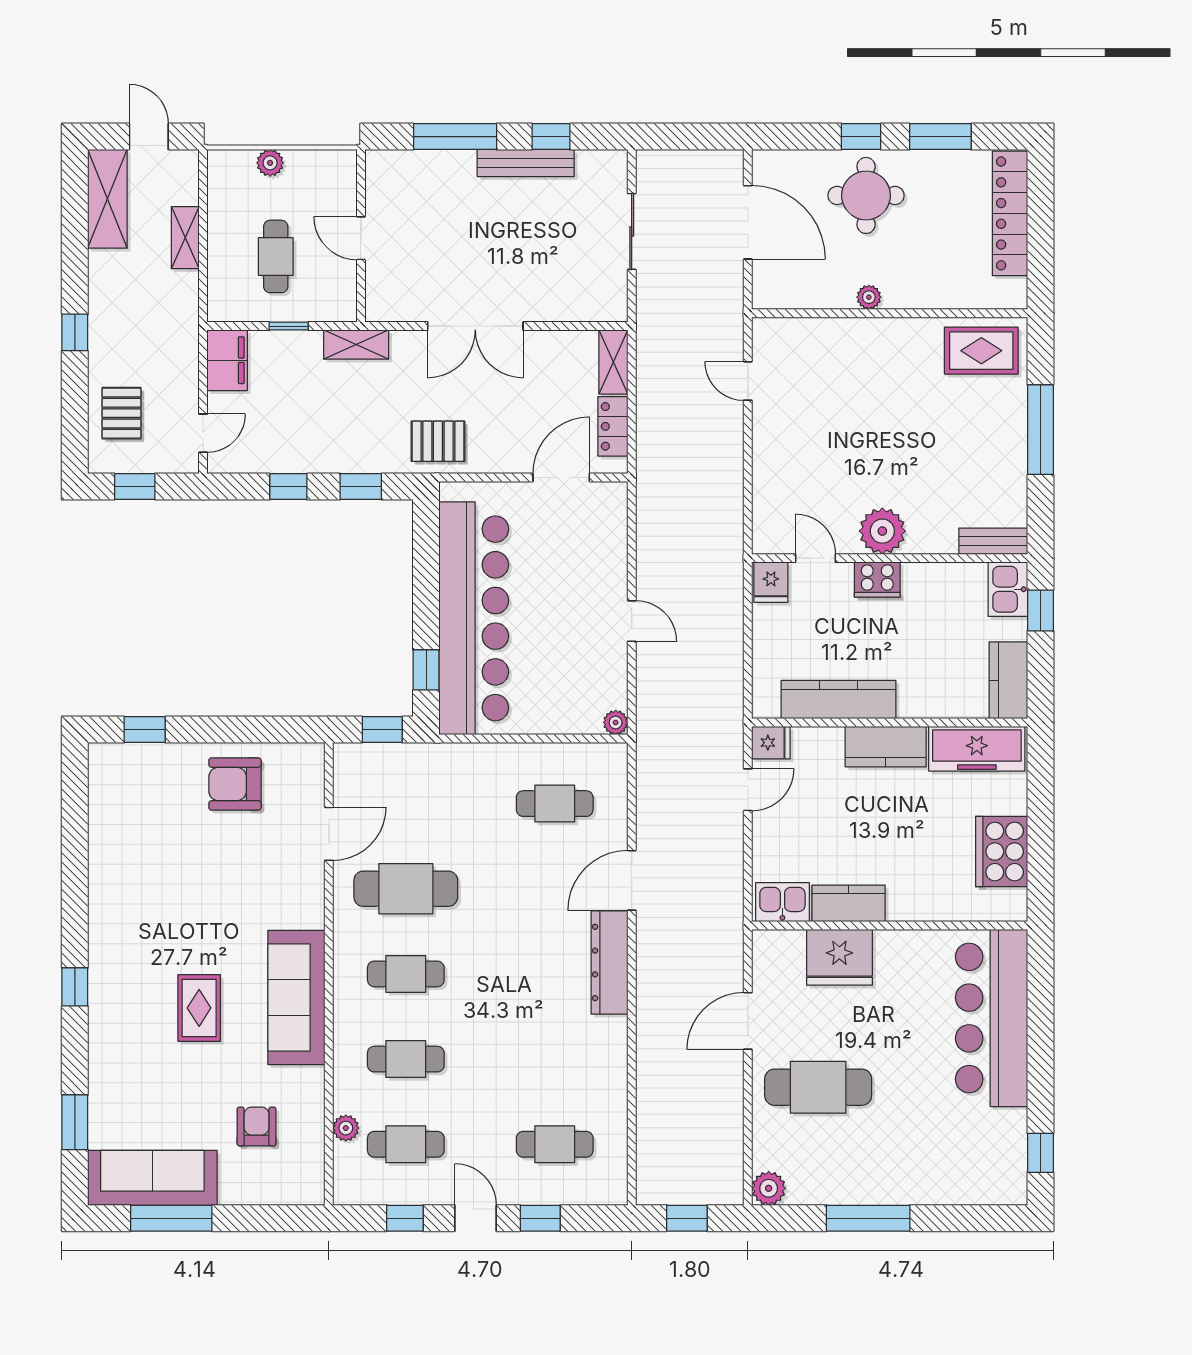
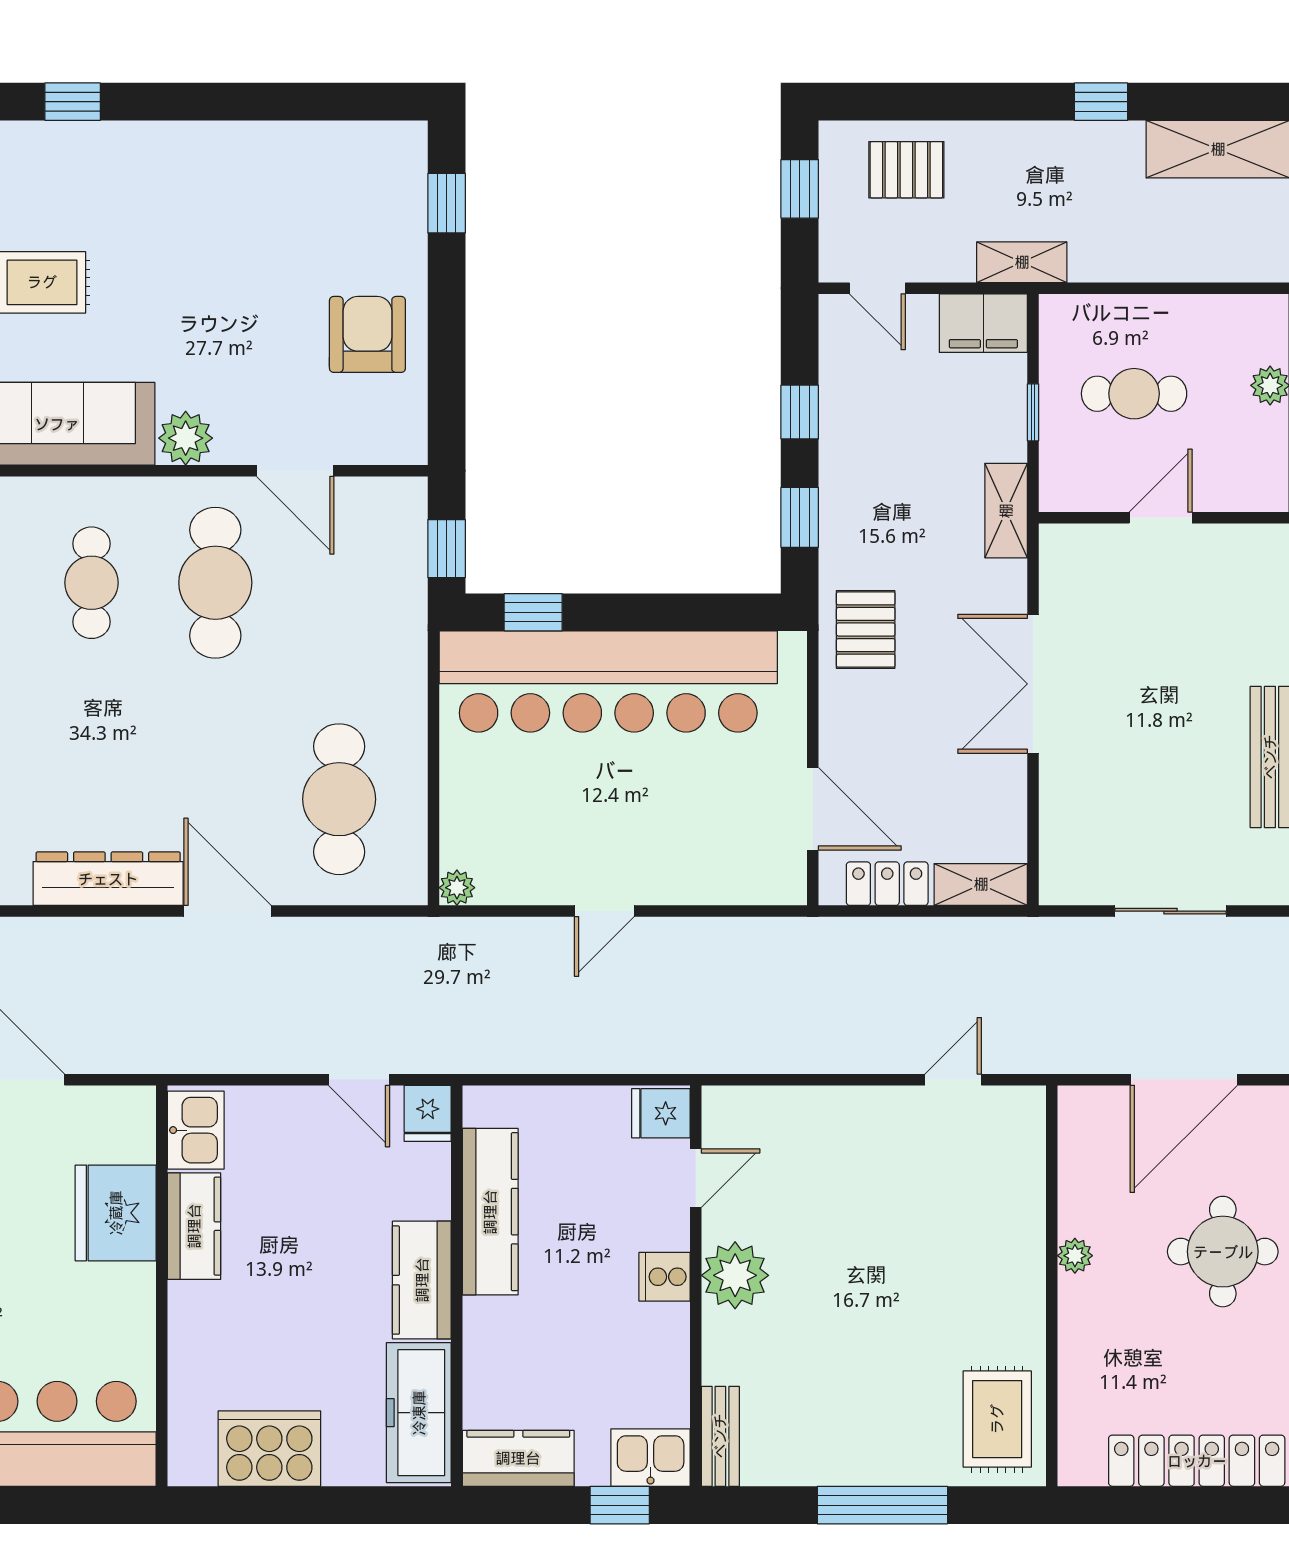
shelving: (185, 238) -> (1022, 262), moved
window: (75, 332) -> (1101, 102), moved
cooker: (877, 580) -> (665, 1277), width x0.73
cafe table: (555, 804) -> (339, 799), width x1.37, depth x1.35
plant: (306, 909) -> (186, 438), added

